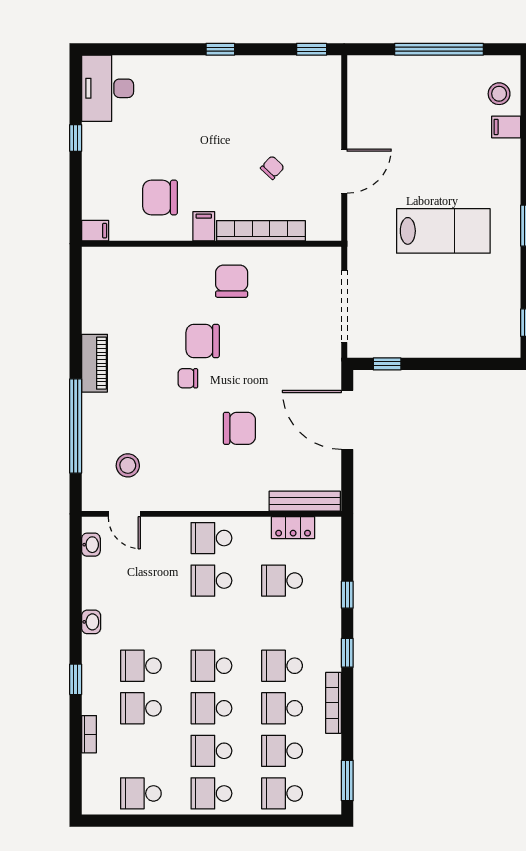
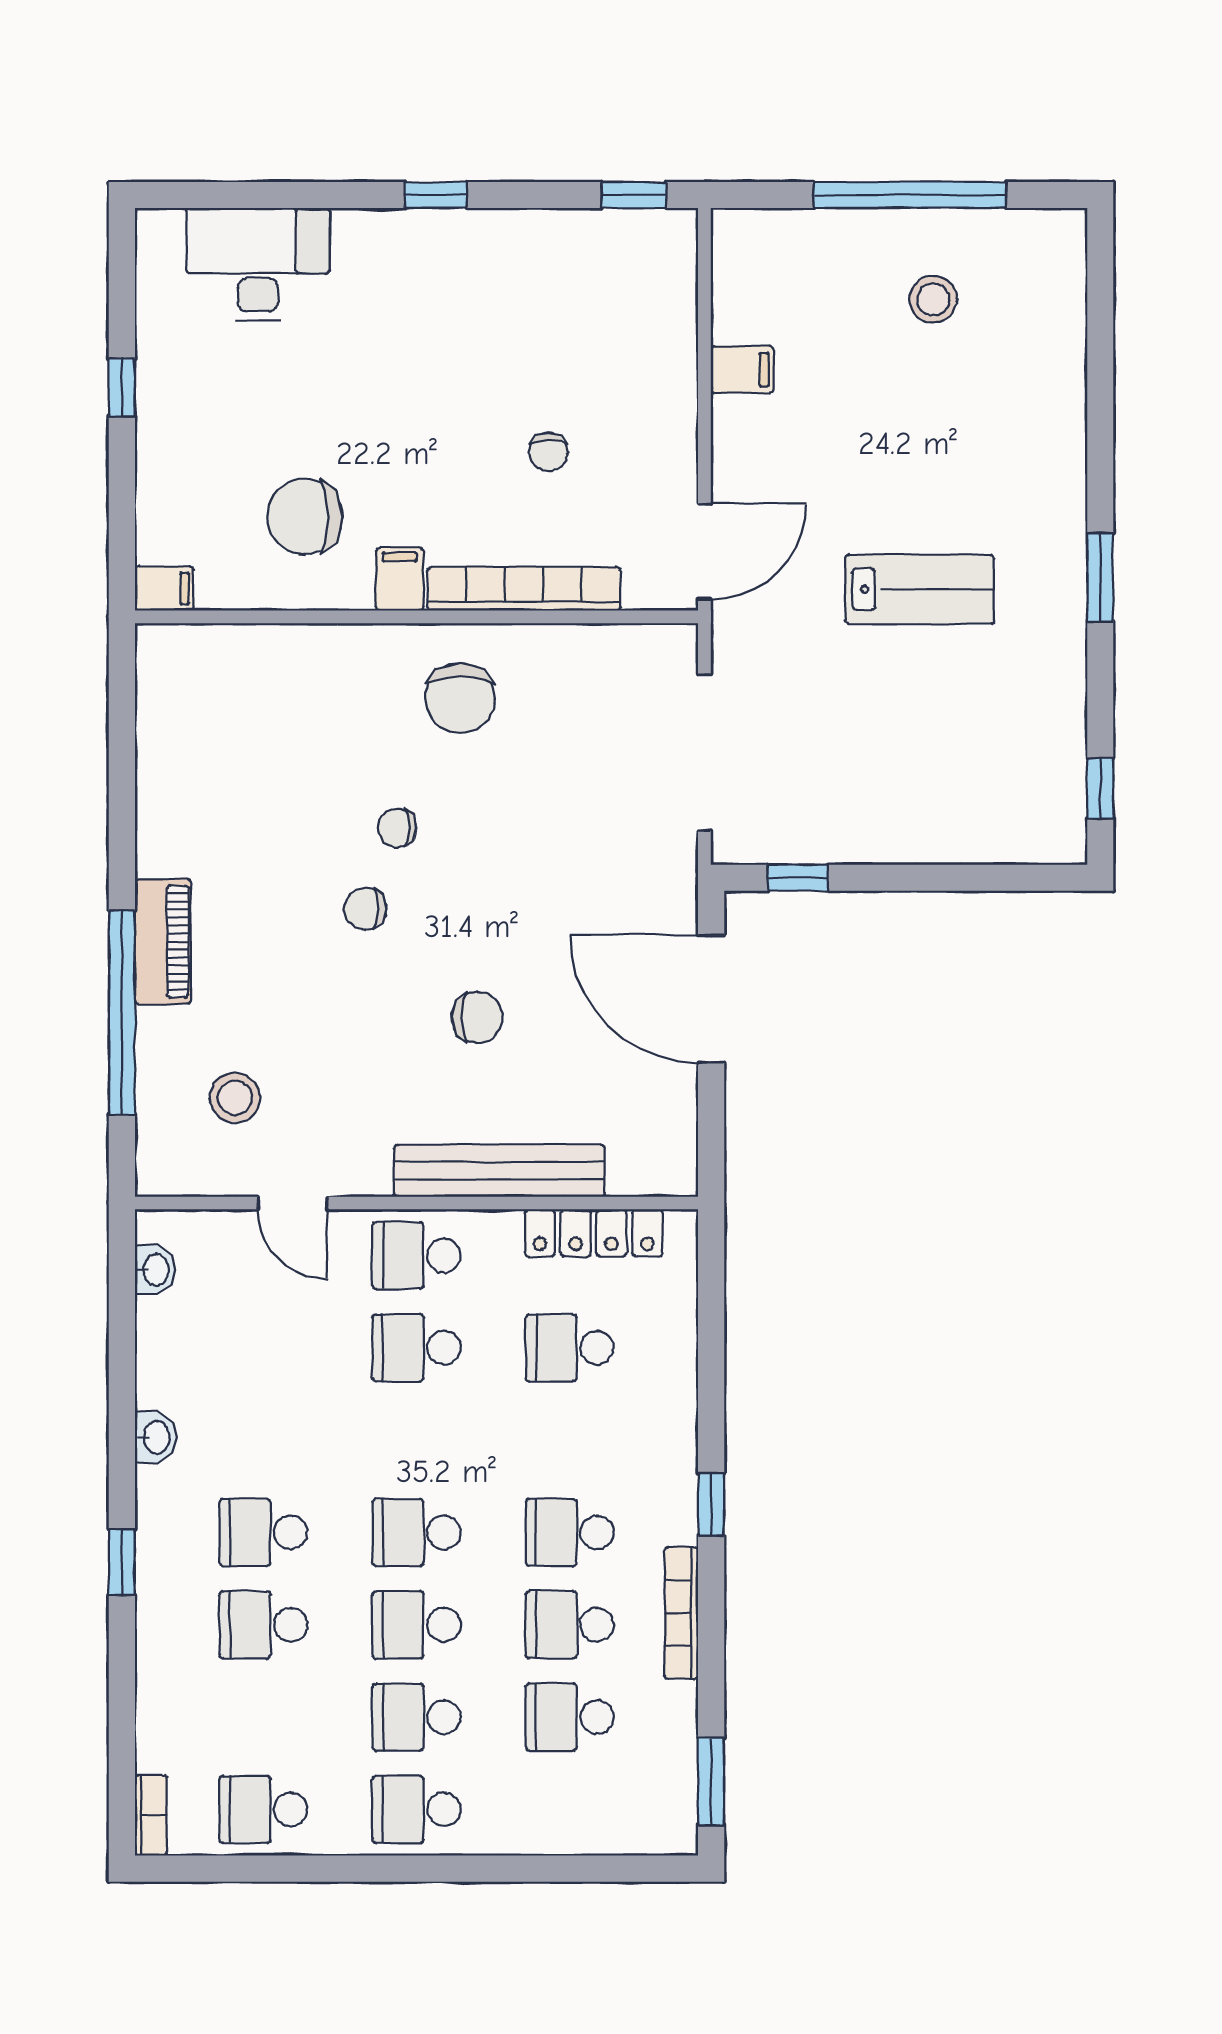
desk: (108, 88) -> (258, 264), moved, turned 90
stool: (499, 94) -> (933, 299), moved
filing cabinet: (506, 127) -> (742, 370), moved, turned 180
chair: (272, 168) -> (548, 452), turned 137
door: (344, 171) -> (704, 552), moved
lab bench: (443, 231) -> (920, 589), width x0.73, depth x0.72
chair: (232, 281) -> (460, 698), turned 180
chair: (203, 341) -> (397, 828), width x0.54, depth x0.54
piano: (94, 363) -> (163, 942), moved
chair: (239, 428) -> (477, 1017), width x0.73, depth x0.73
bench: (305, 501) -> (499, 1171), moved, width x1.37, depth x1.21
door: (124, 514) -> (292, 1203), moved
locker: (293, 528) -> (594, 1233), width x1.53
window: (347, 595) -> (711, 1378), removed
bookcase: (89, 734) -> (151, 1815), moved
school desk: (282, 793) -> (570, 1809), removed

